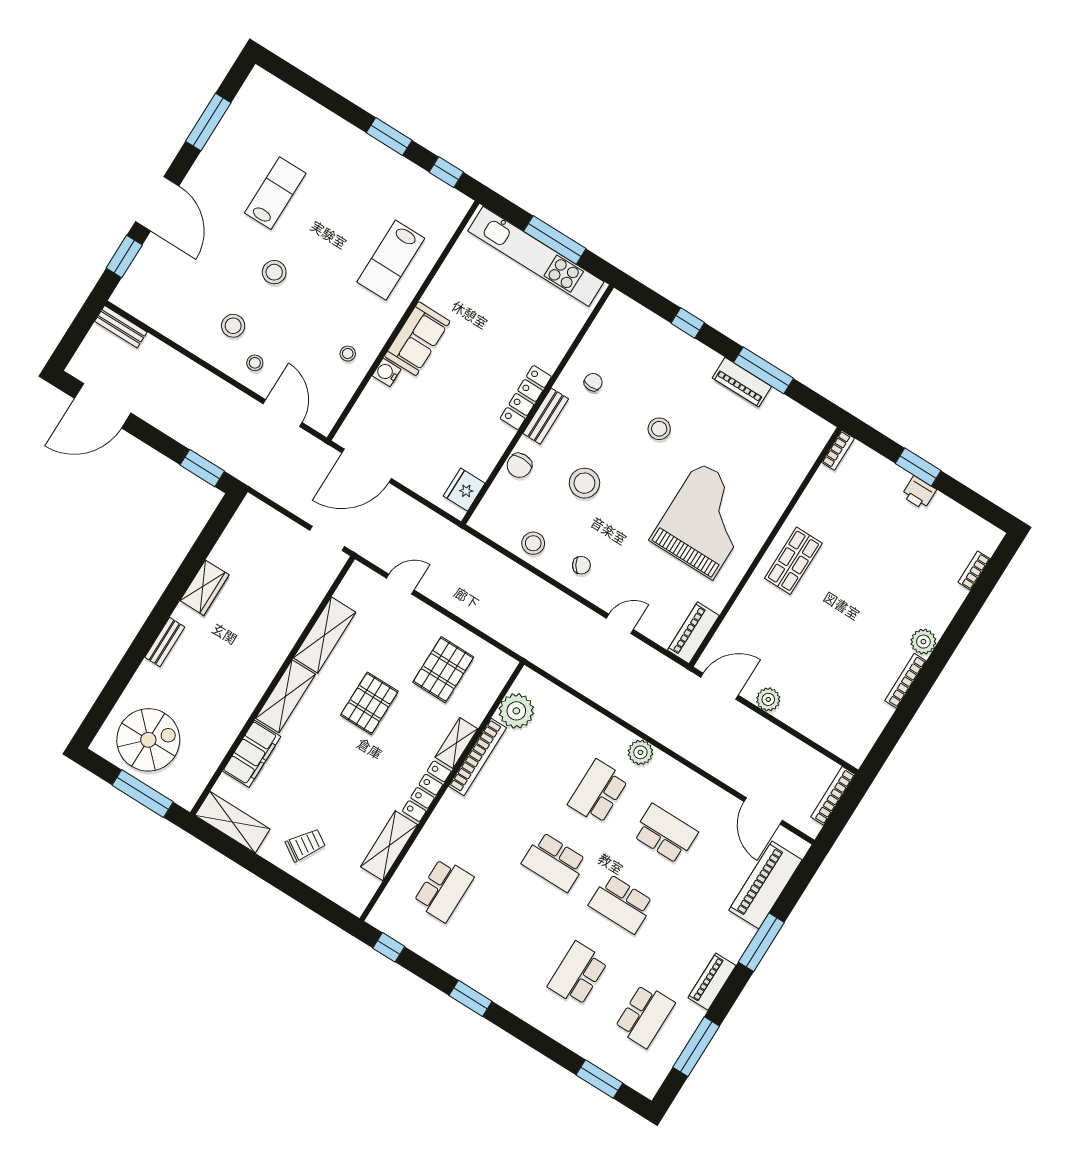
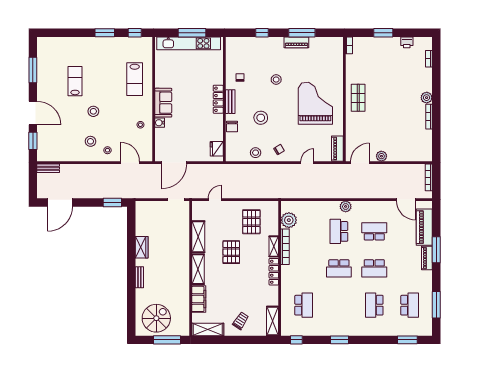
printer: (919, 493) -> (407, 42), moved
shelving: (389, 846) -> (273, 321), moved
piano: (712, 982) -> (427, 258), moved

